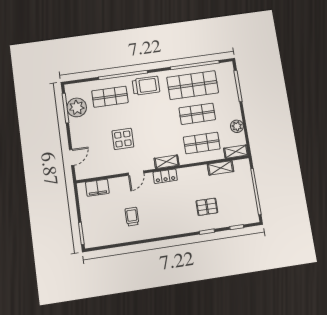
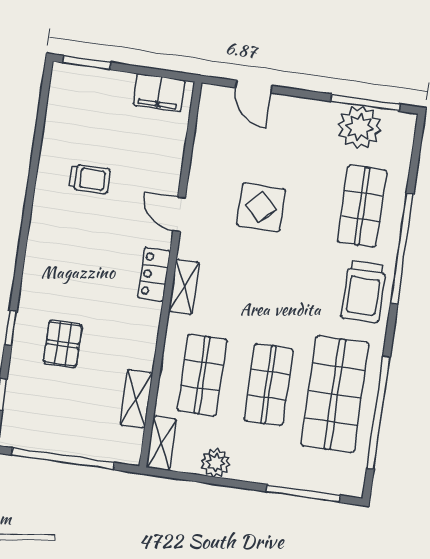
filing cabinet: (97, 188) -> (159, 93), moved, turned -90

